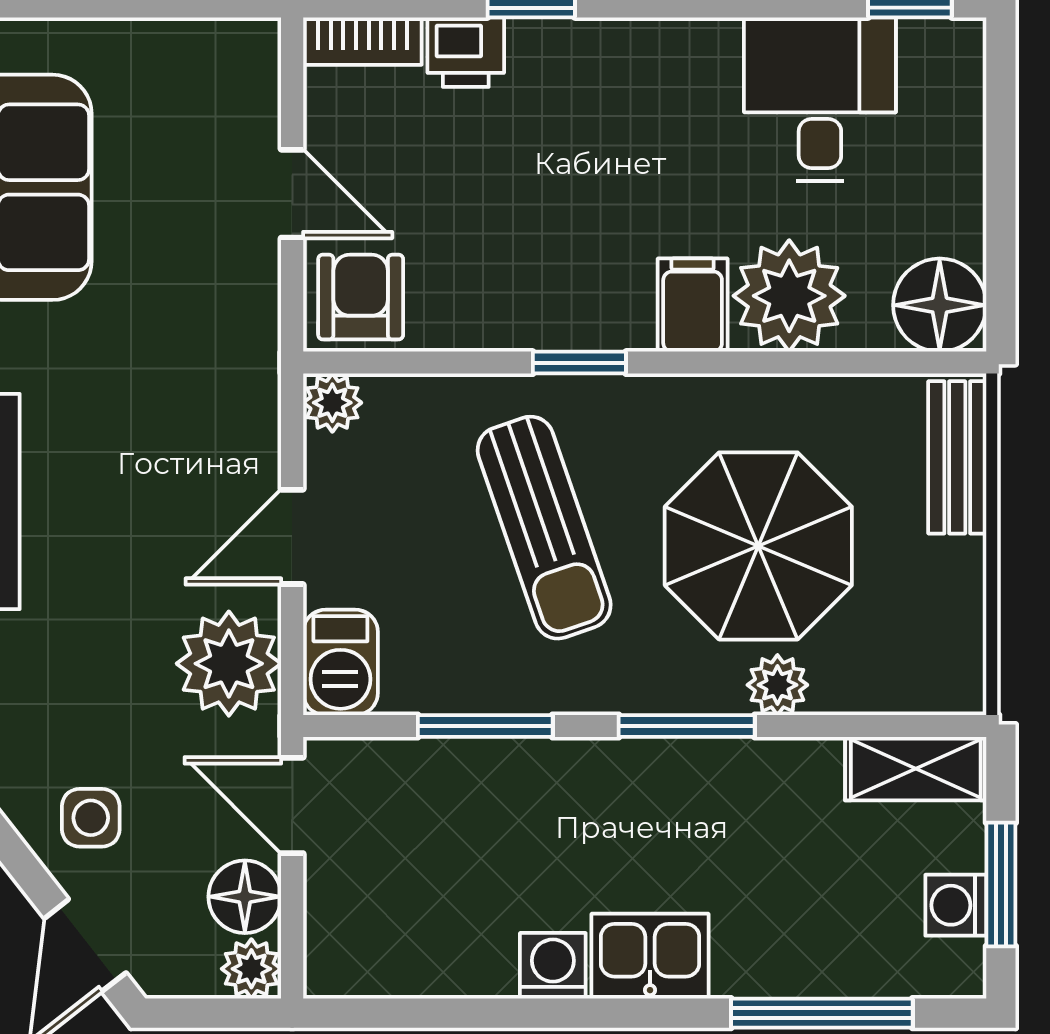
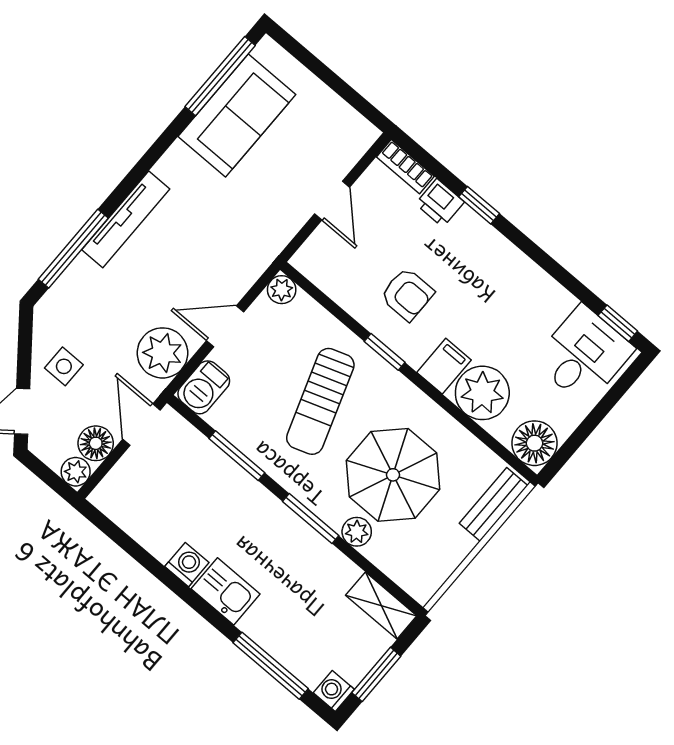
desk: (820, 99) -> (584, 355), moved
armchair: (361, 297) -> (407, 294), moved, turned 90
washing machine: (956, 905) -> (334, 691), moved

